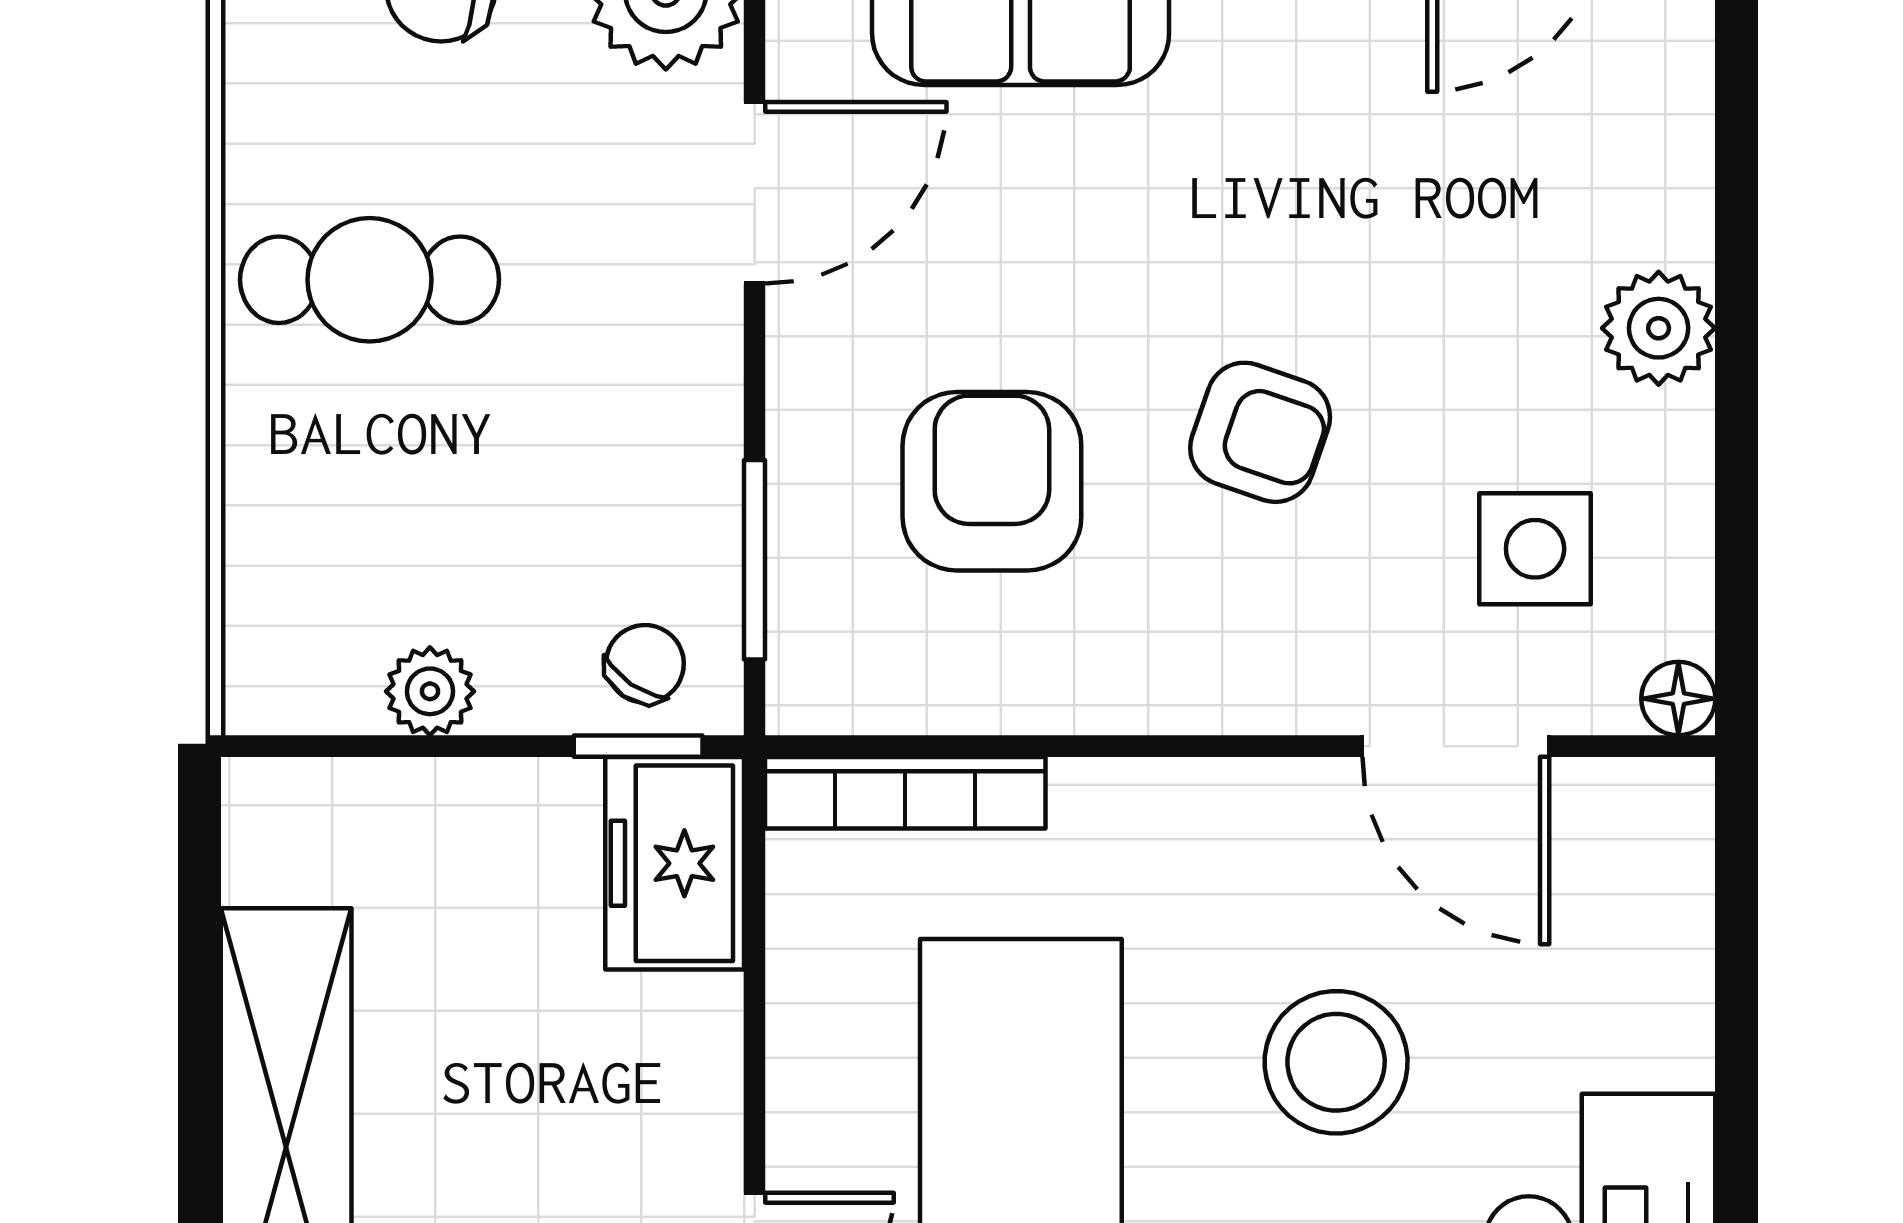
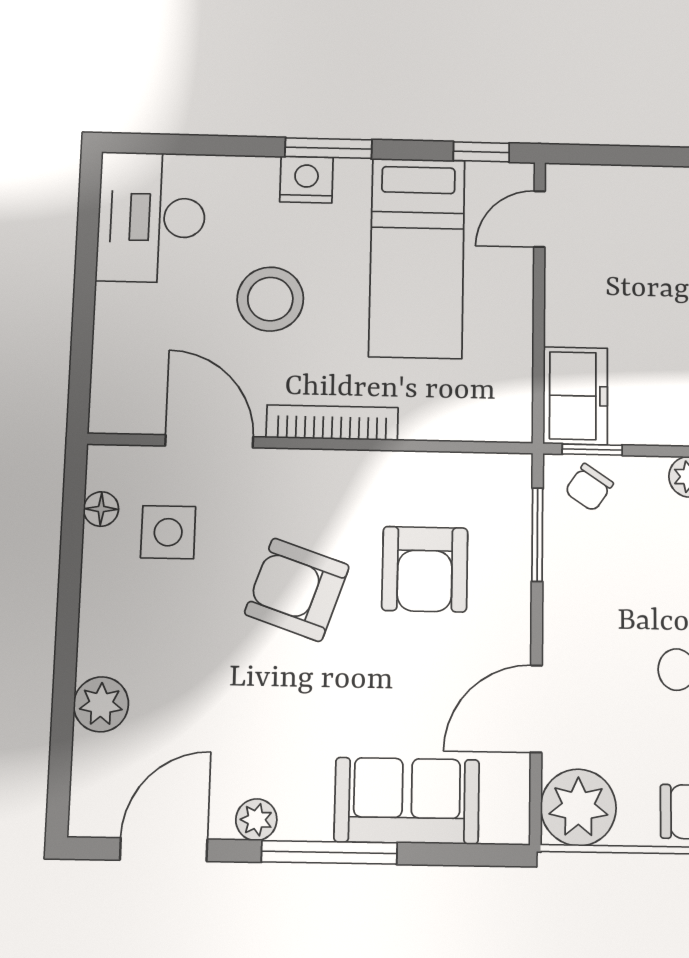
plant: (1659, 328) -> (101, 704), moved
armchair: (1260, 432) -> (297, 590), width x1.38, depth x1.38
floor lamp: (1678, 699) -> (101, 509), moved
bookcase: (905, 793) -> (332, 423), moved

